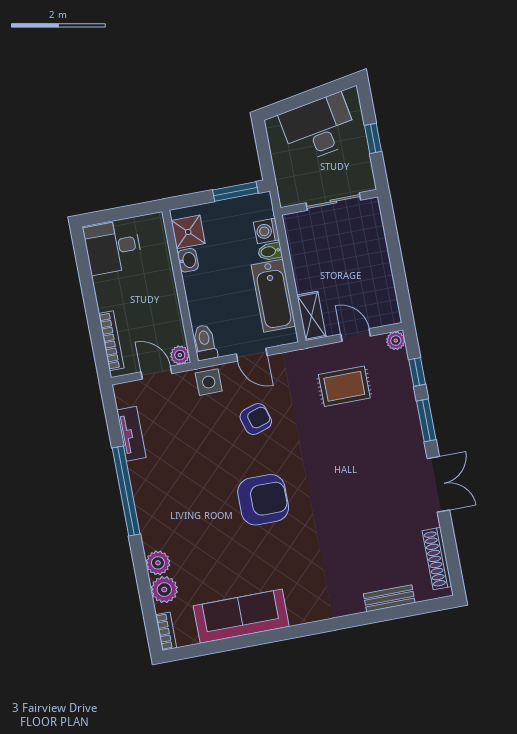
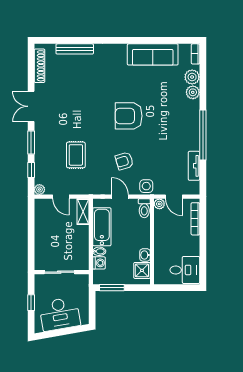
rug: (344, 386) -> (76, 155), moved, turned 90
bench: (389, 598) -> (75, 49), width x1.36

